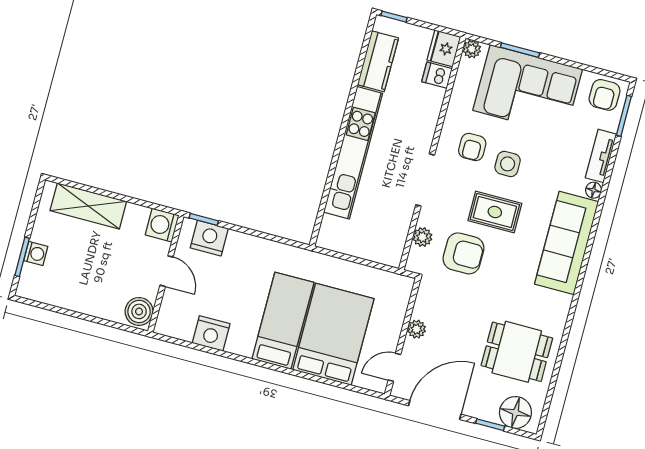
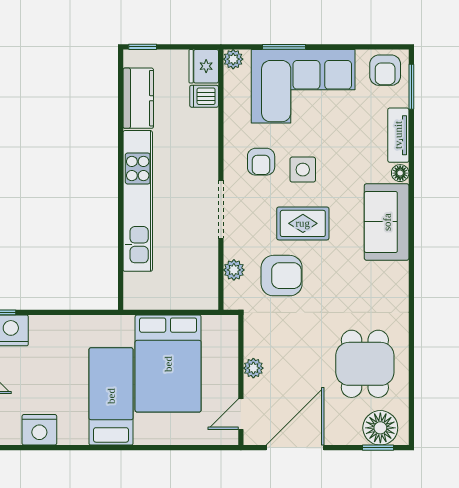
sofa: (567, 243) -> (387, 222), width x0.73
bed: (333, 334) -> (168, 364), moved, turned 180
dining table: (517, 352) -> (365, 364), turned 90
window: (490, 425) -> (378, 448), moved

